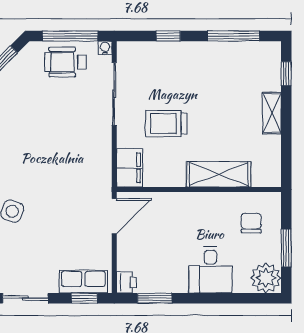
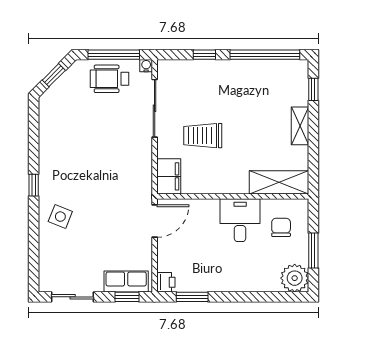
window: (234, 36) -> (265, 55), width x1.46
shelving: (219, 174) -> (279, 182), moved
desk: (210, 270) -> (240, 220), moved, turned 180

